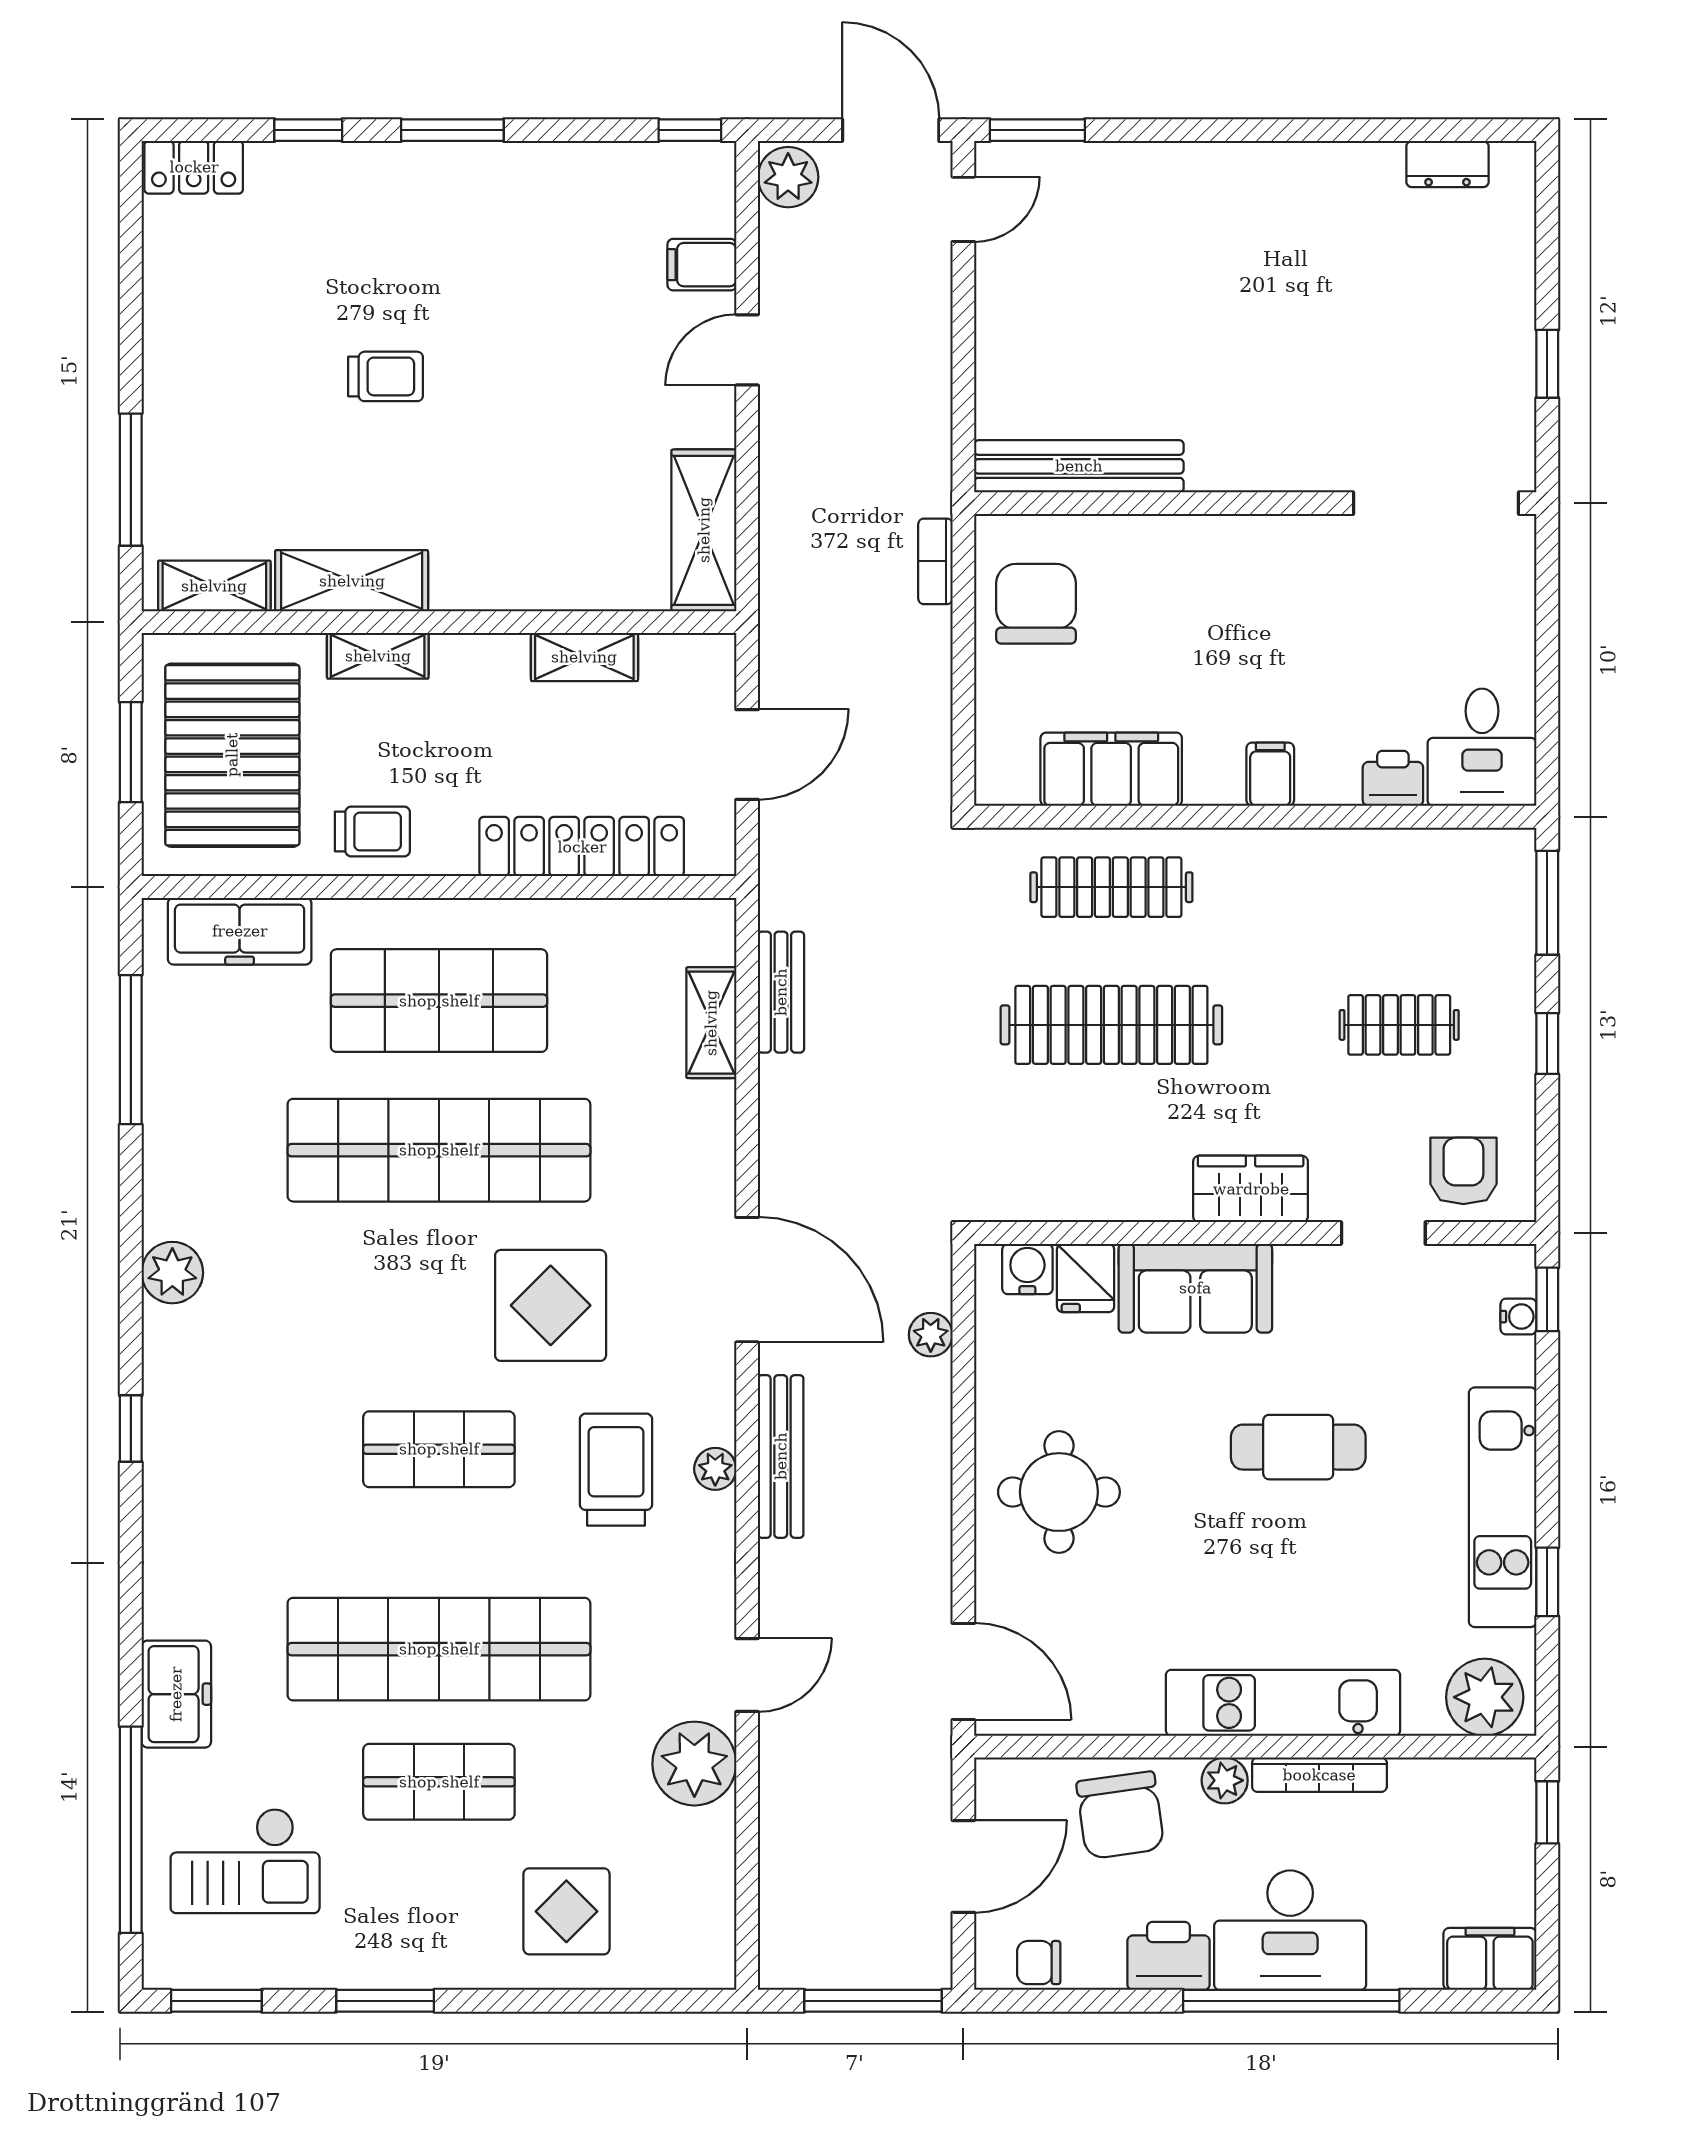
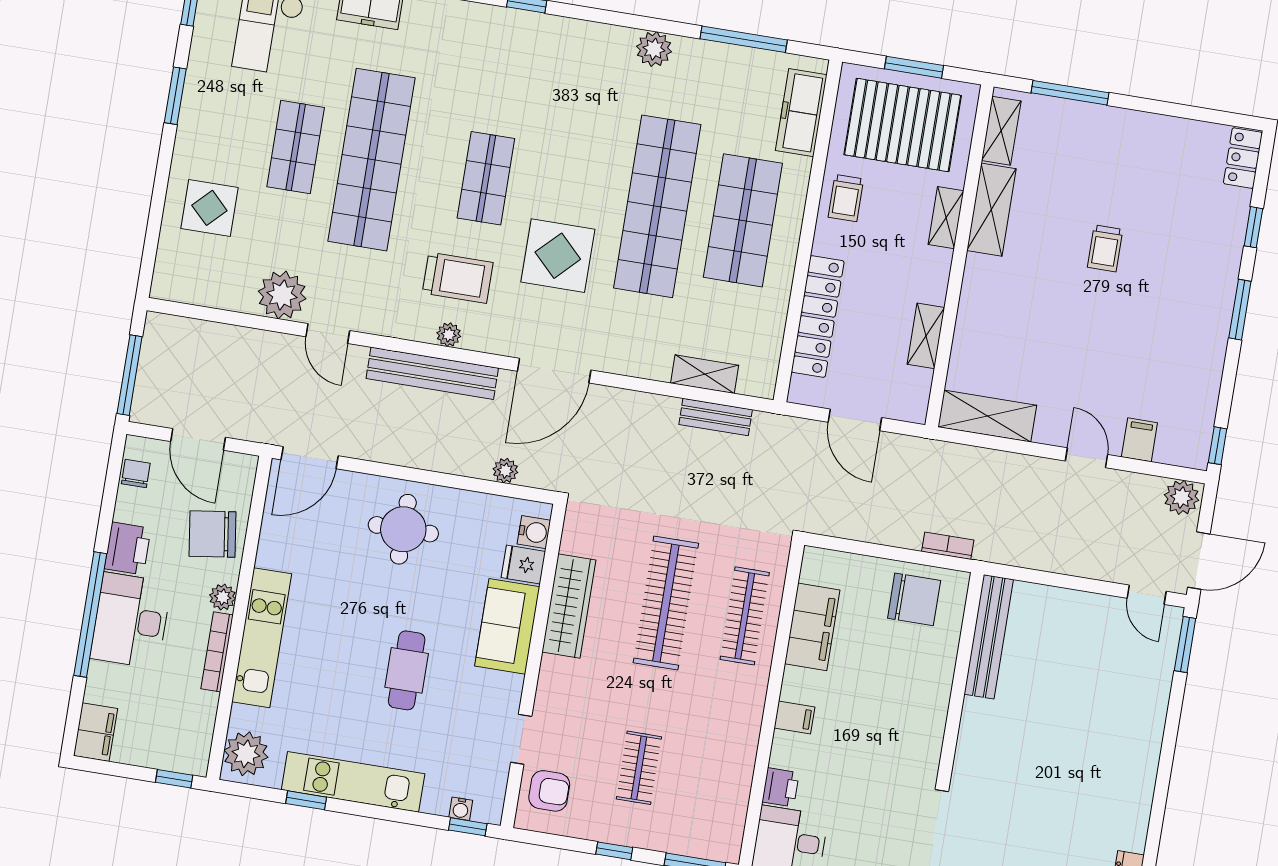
wardrobe: (1251, 1189) -> (569, 606), moved, width x1.50
plant: (172, 1273) -> (654, 49), moved
bench: (781, 1456) -> (432, 373), width x1.37, depth x1.21

